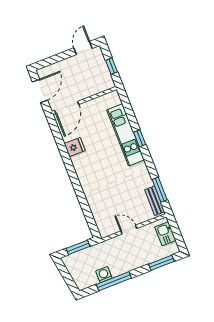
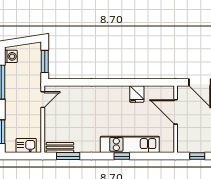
door: (67, 107) -> (176, 112), moved
door: (129, 230) -> (43, 100), moved
washing machine: (104, 275) -> (11, 56), moved

